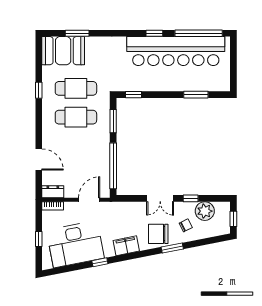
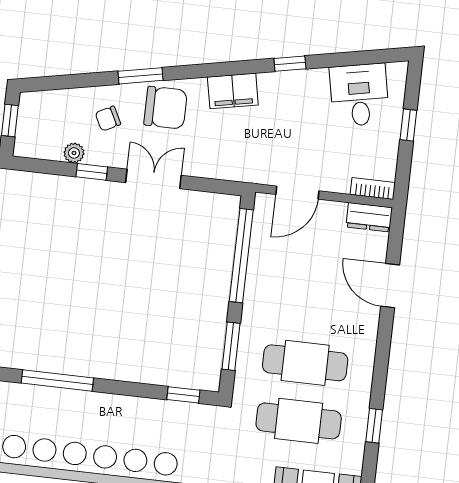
window: (196, 95) -> (57, 381), width x1.44
plant: (205, 211) -> (74, 153), width x0.53, depth x0.53
desk: (75, 244) -> (359, 95), width x0.53, depth x0.77

